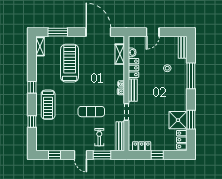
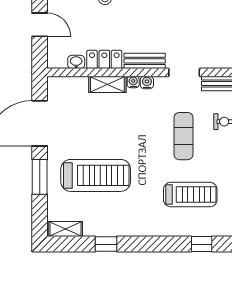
window: (58, 32) -> (40, 177), moved
shelving: (120, 54) -> (107, 84), moved
treadmill: (70, 63) -> (96, 175), turned 180
window: (32, 87) -> (106, 244), moved
treadmill: (48, 105) -> (190, 195), moved

